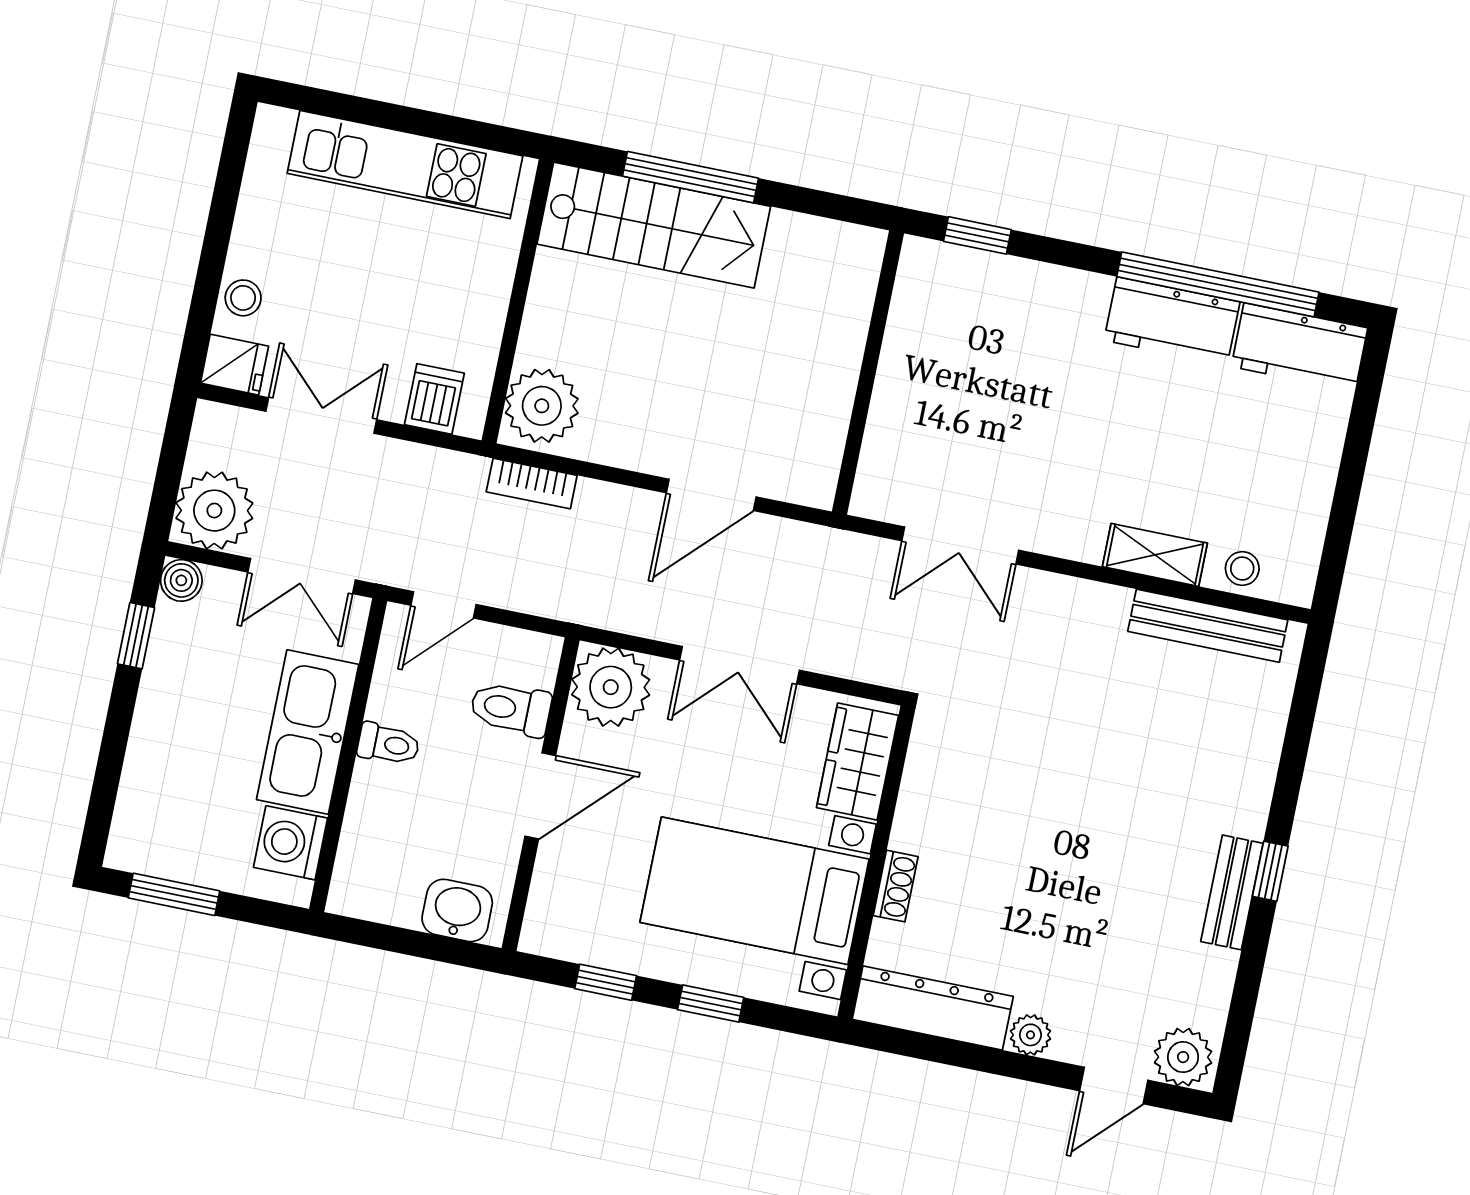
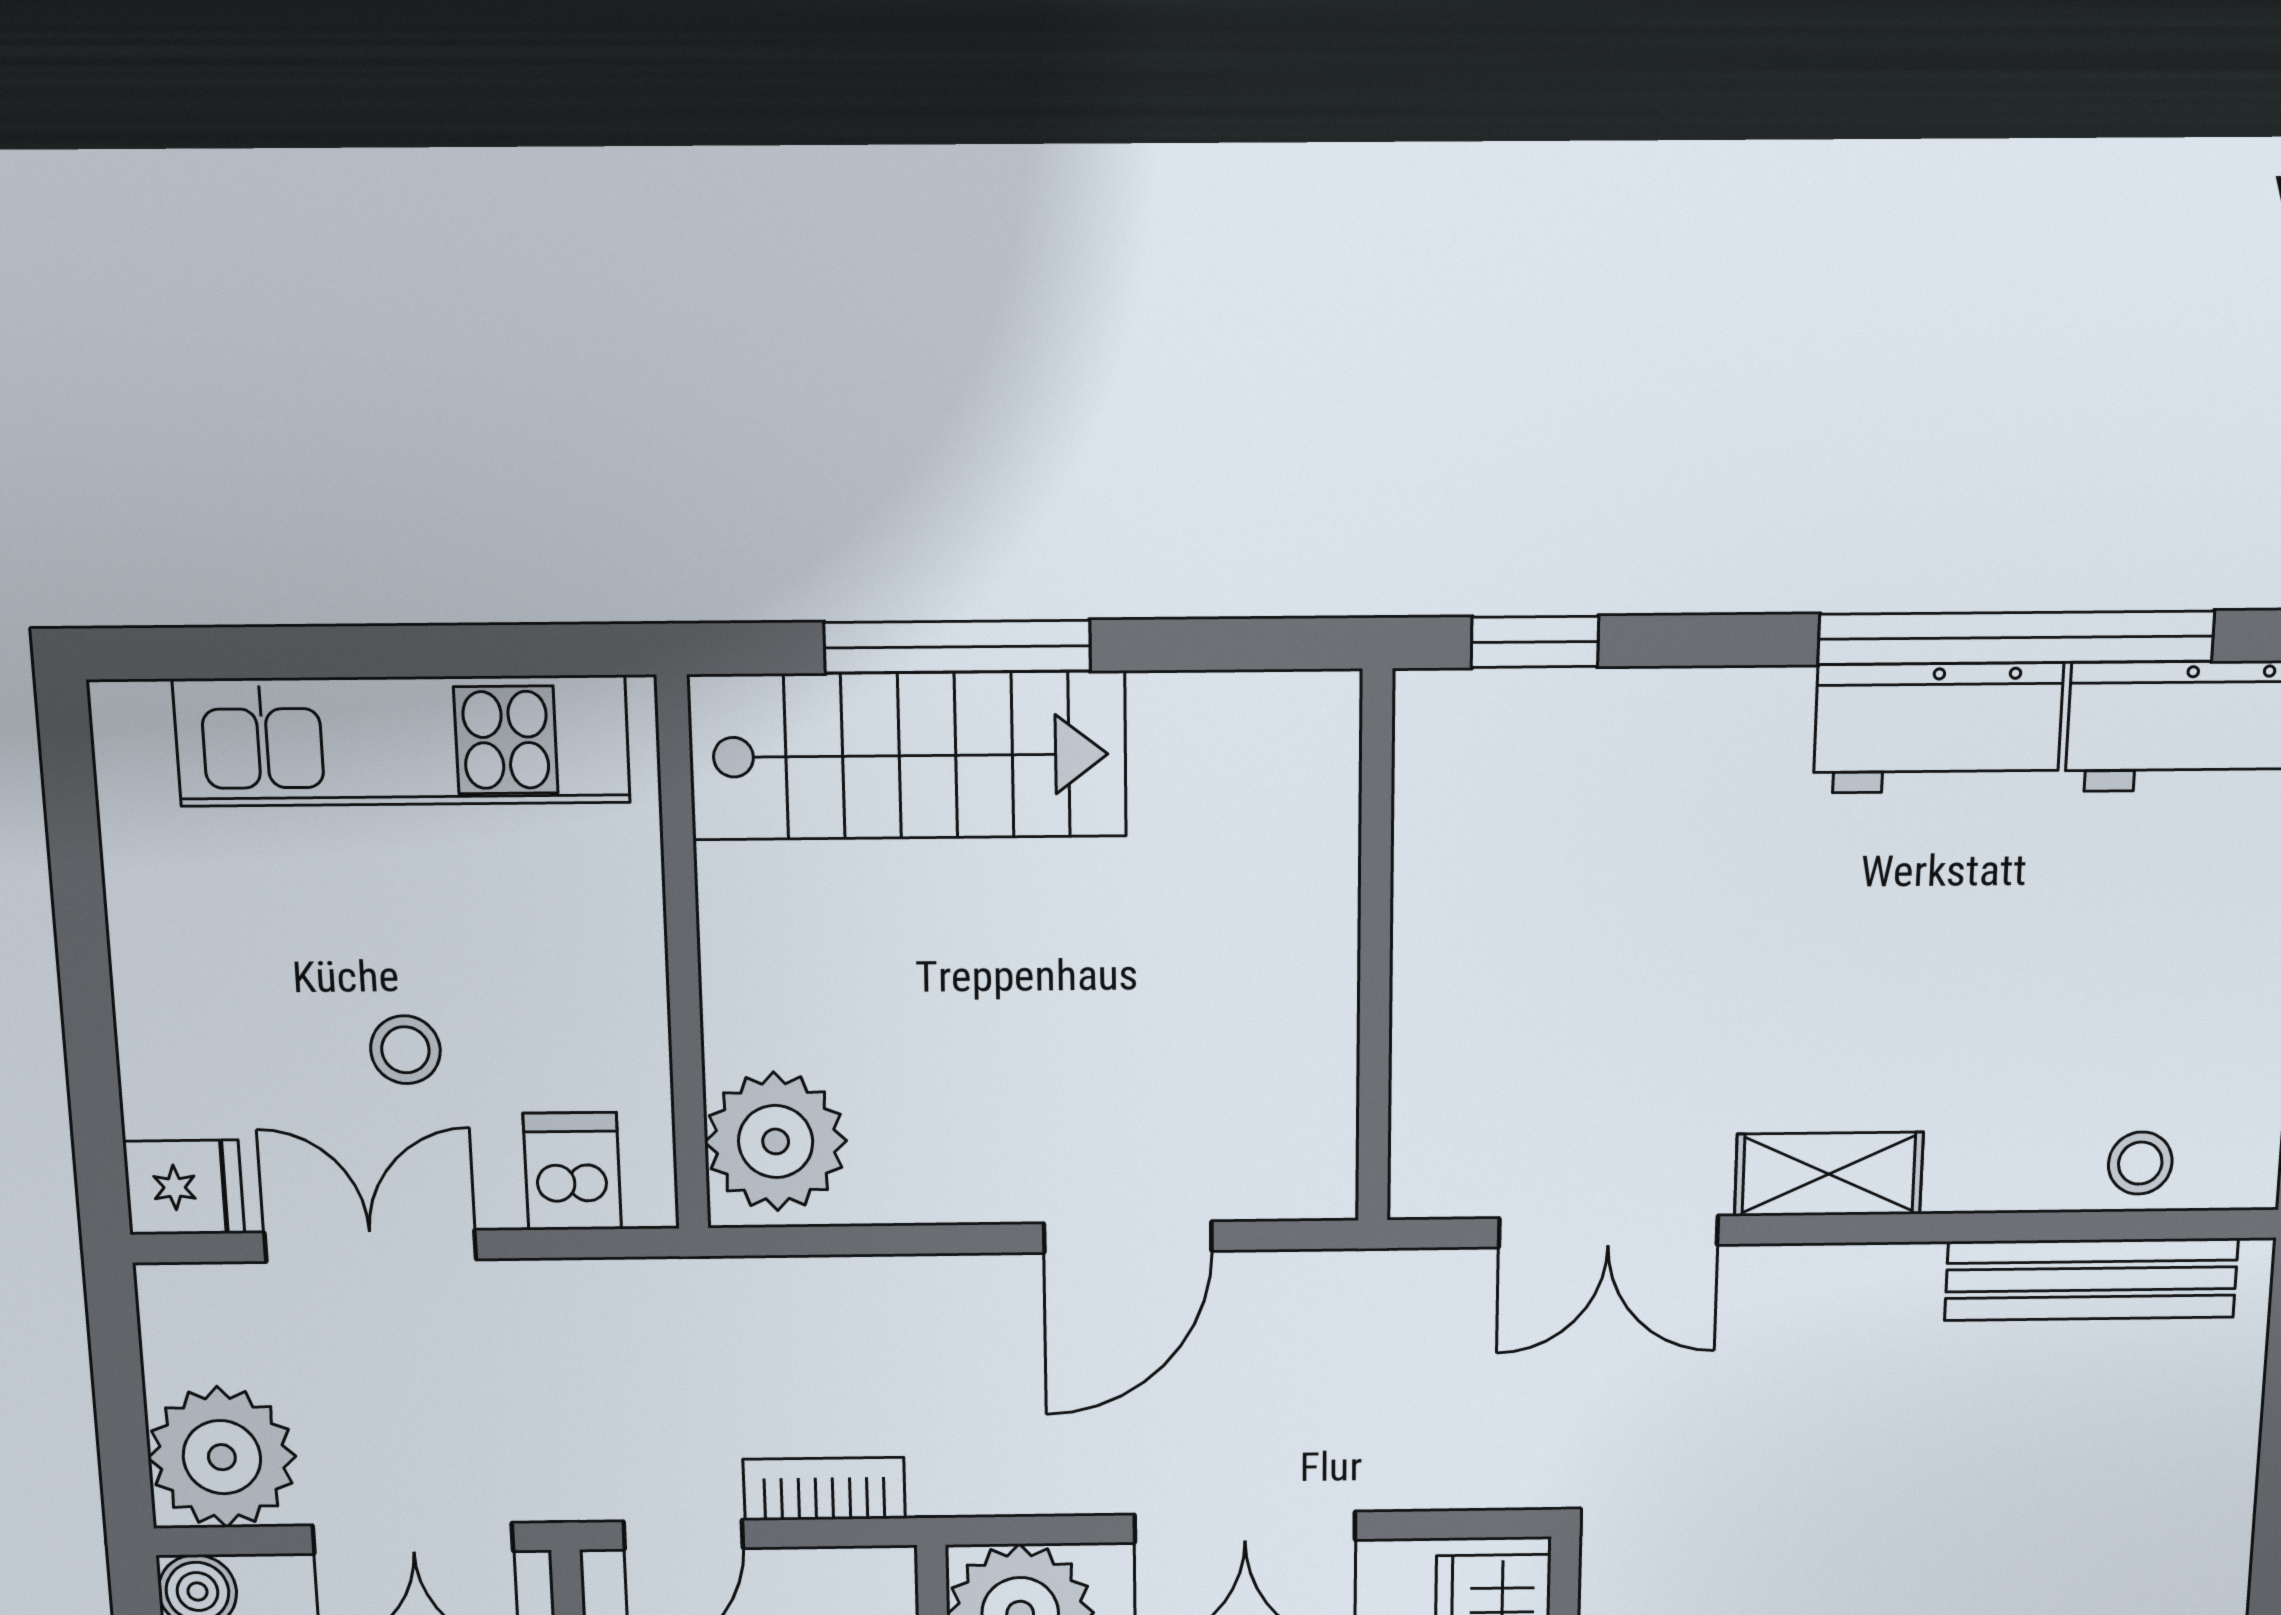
stool: (243, 298) -> (405, 1050), moved
bookcase: (532, 484) -> (824, 1489), moved, turned 180
shelving: (1155, 555) -> (1829, 1174), moved

